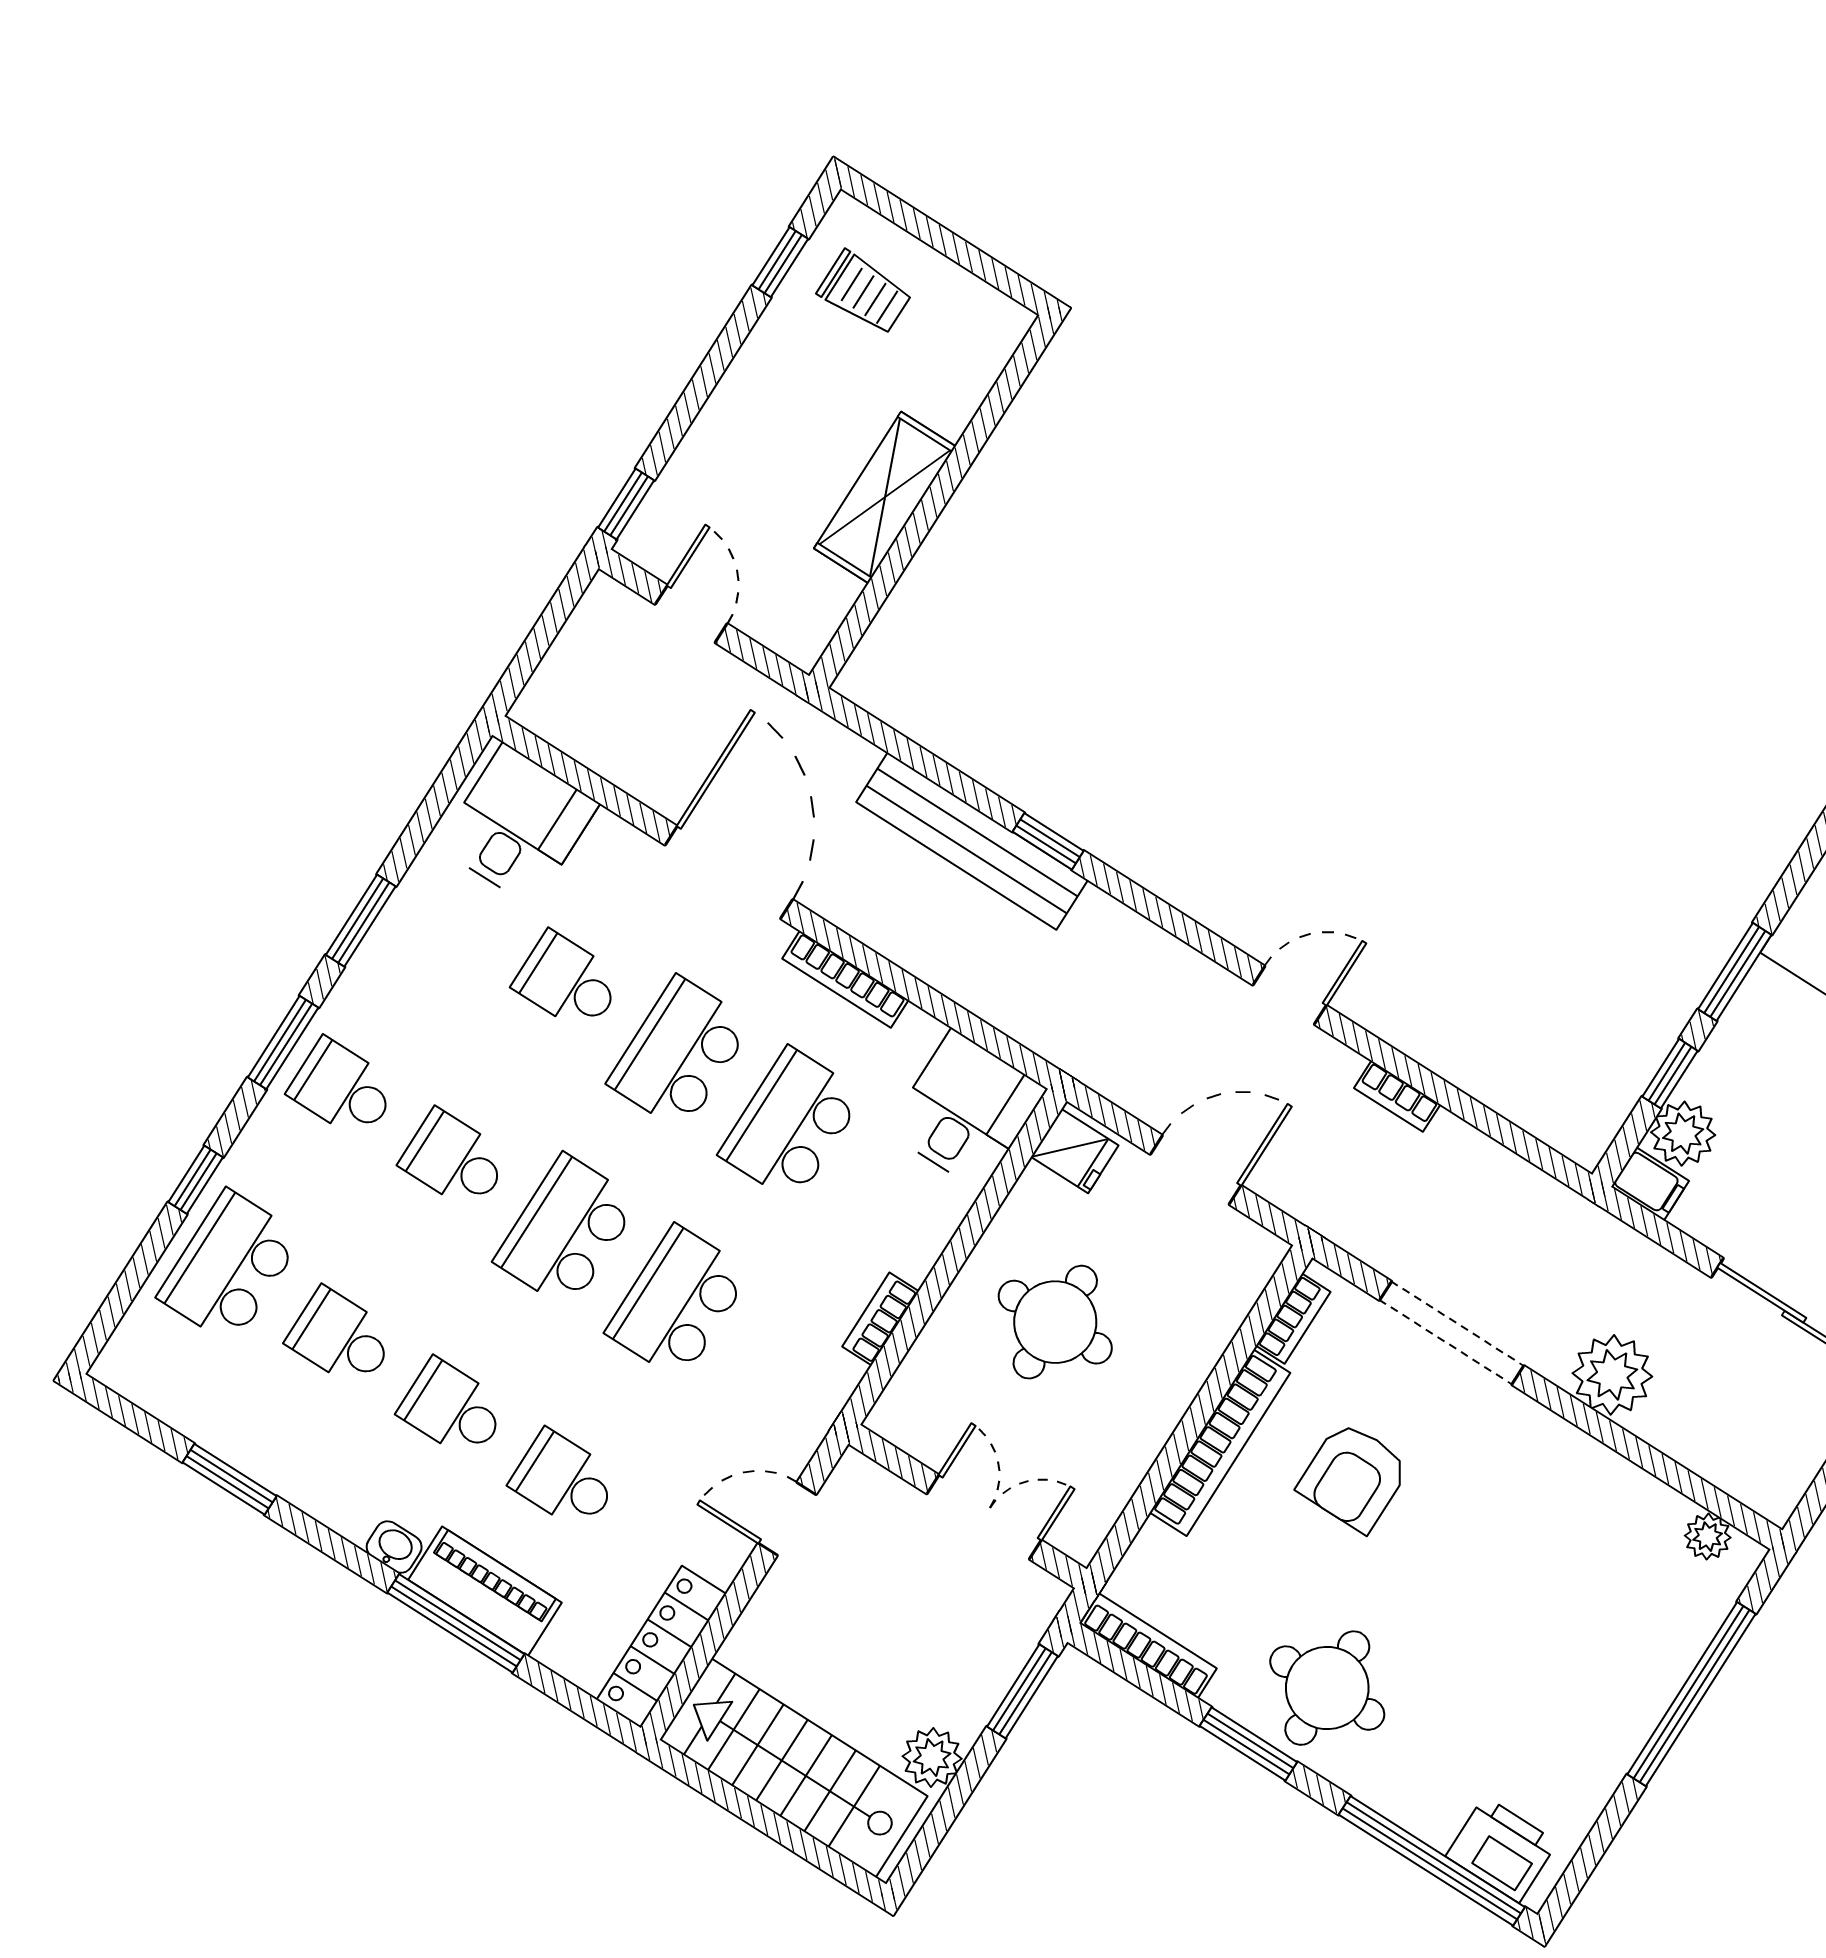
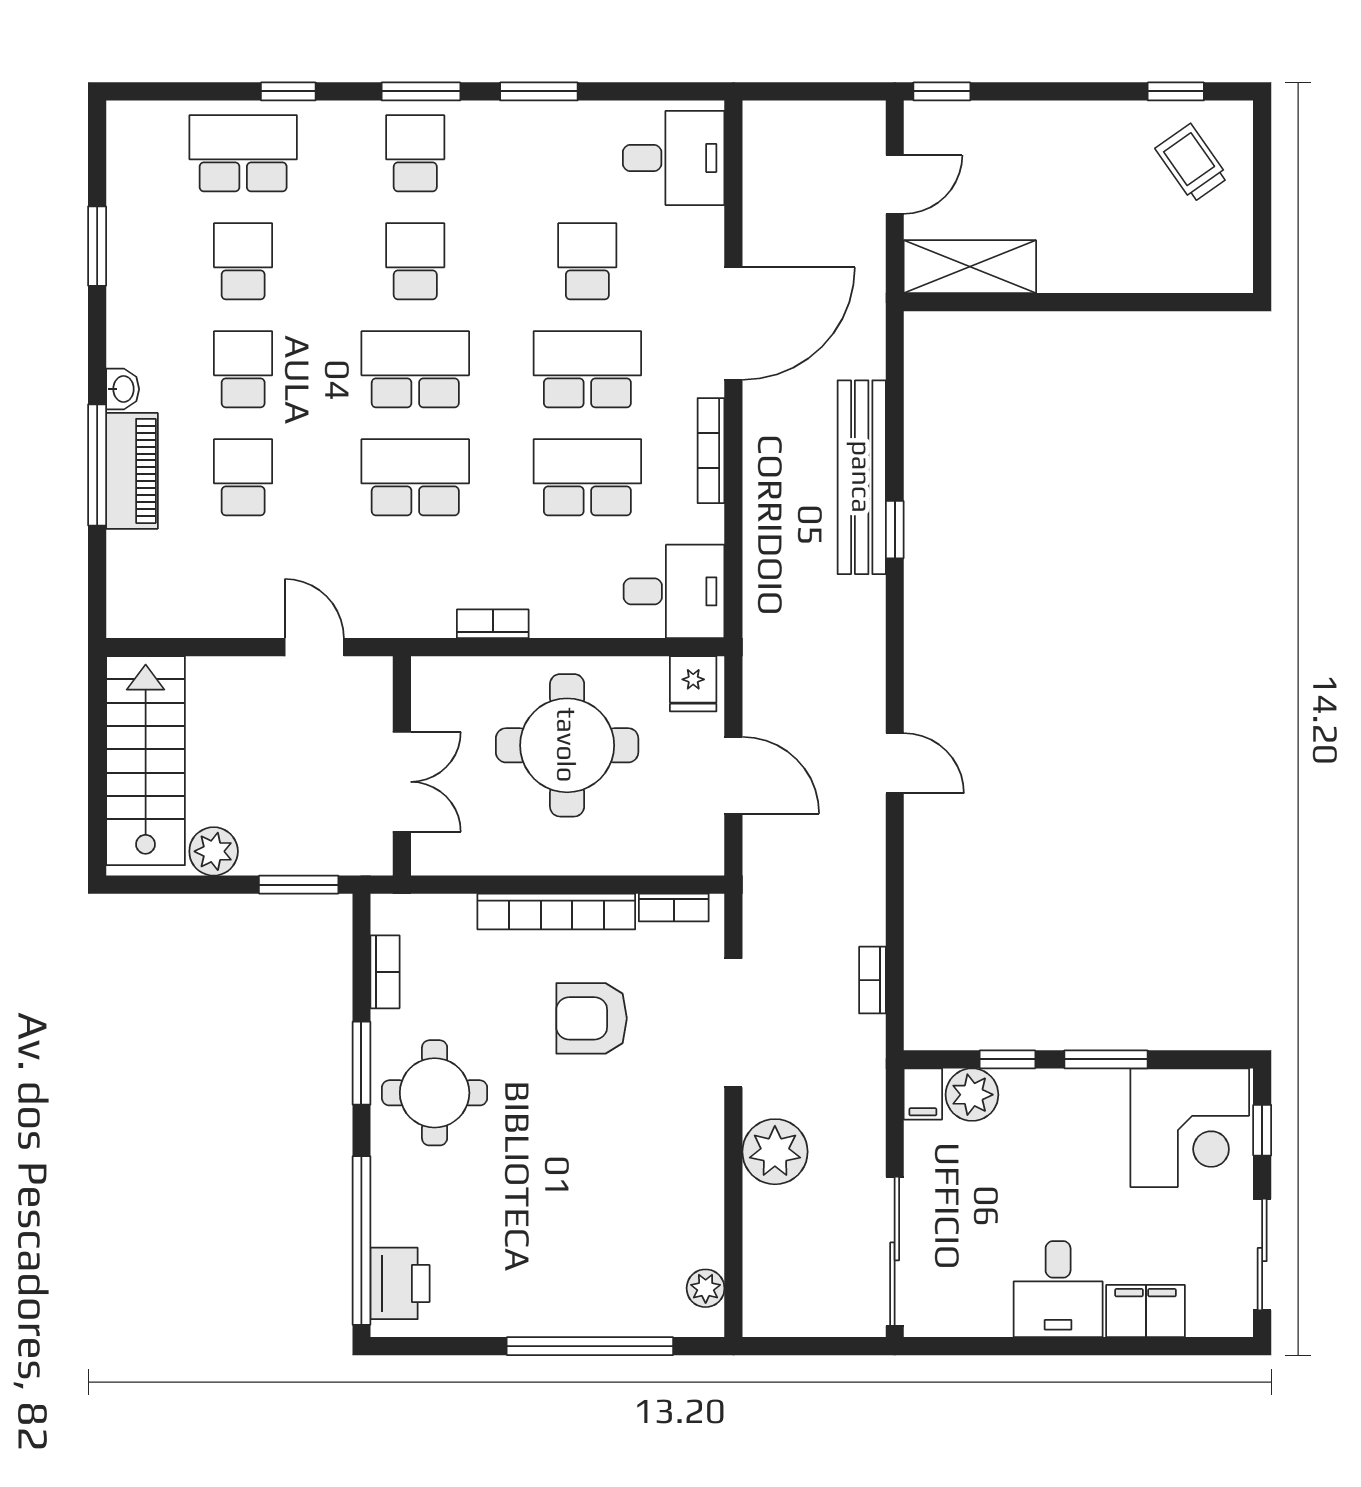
trolley: (865, 293) -> (1192, 163), turned 145
shelving: (885, 497) -> (970, 267), moved
bookcase: (1397, 1096) -> (872, 980), moved
round table: (1055, 1322) -> (567, 745), width x1.36, depth x1.36
bookcase: (1148, 1646) -> (385, 972), width x0.64
locker: (661, 1647) -> (171, 617), removed

